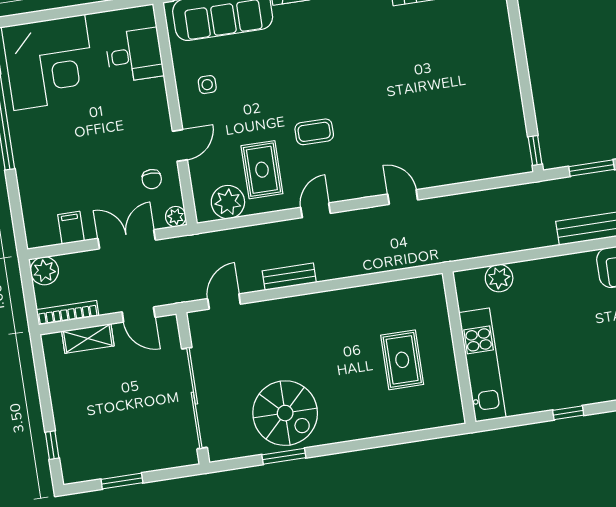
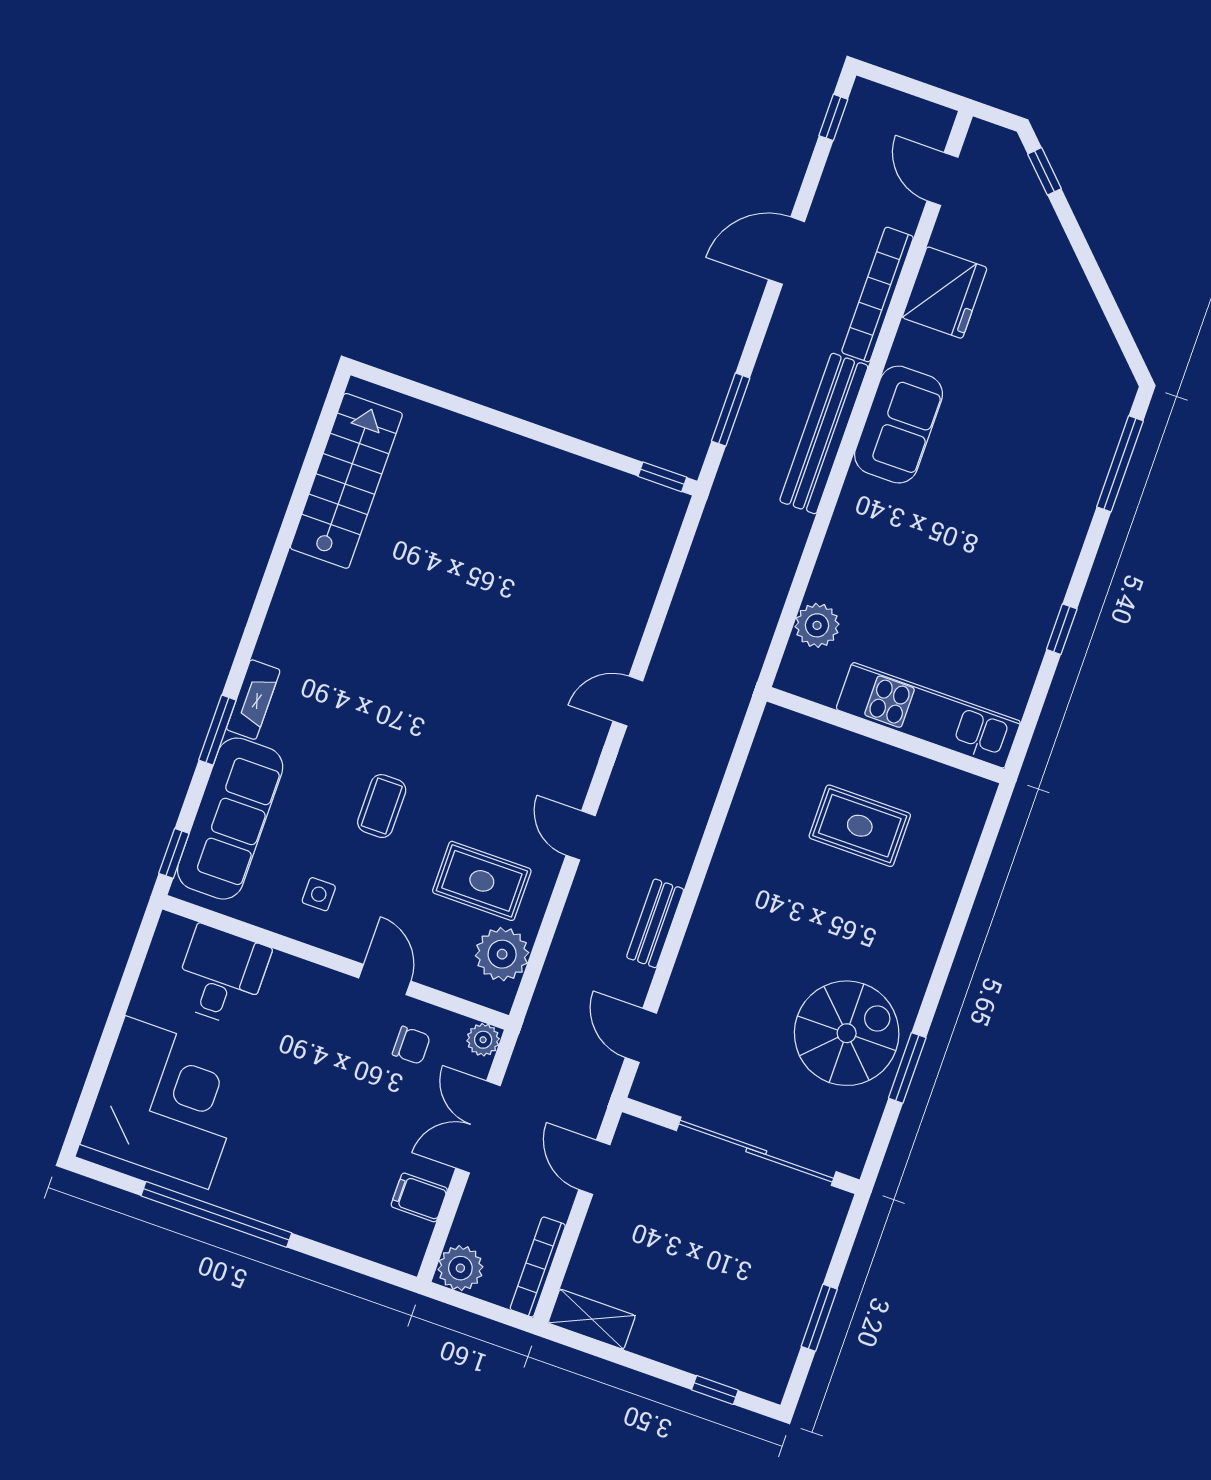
coffee table: (314, 132) -> (382, 806), moved
door: (139, 315) -> (594, 1167), swing flipped
shelving: (88, 338) -> (592, 1319), moved, turned 90

